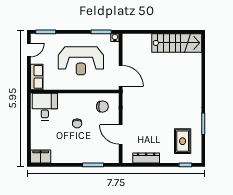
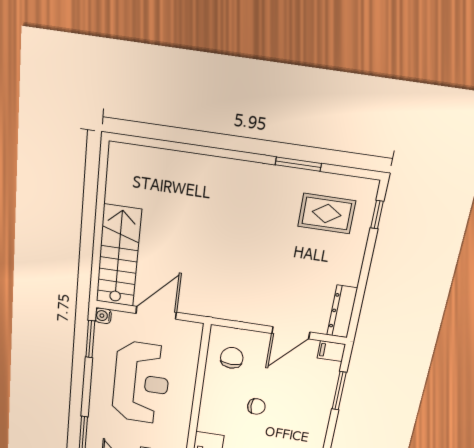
stairs: (177, 43) -> (119, 256), moved
door: (121, 76) -> (156, 313), moved
filing cabinet: (114, 157) -> (331, 351), added
dresser: (146, 158) -> (342, 312), moved

